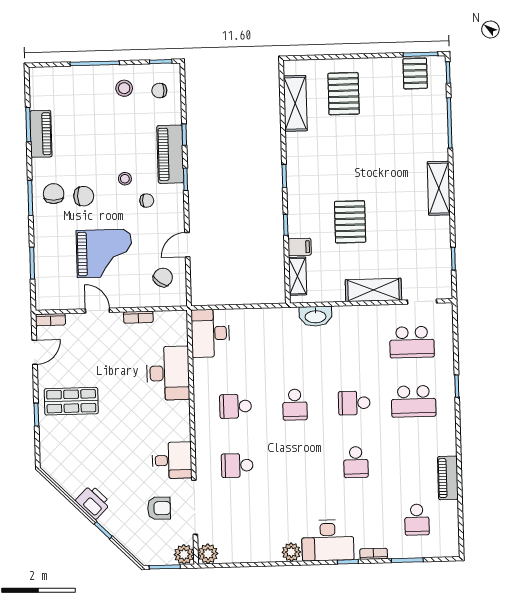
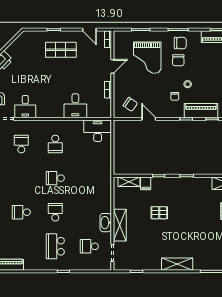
pallet: (350, 222) -> (159, 213), width x0.67, depth x0.71
grand piano: (104, 253) -> (147, 58), moved
washbasin: (315, 316) -> (106, 223), moved
school desk: (412, 342) -> (89, 246), width x0.54
desk: (168, 373) -> (75, 106), width x0.73
shop shelf: (71, 401) -> (61, 50), turned 90
school desk: (236, 406) -> (55, 144), turned 180

